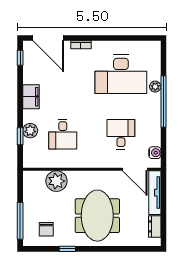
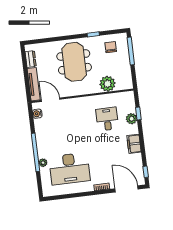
desk: (121, 74) -> (69, 169), turned 180
desk: (121, 134) -> (64, 124), removed

